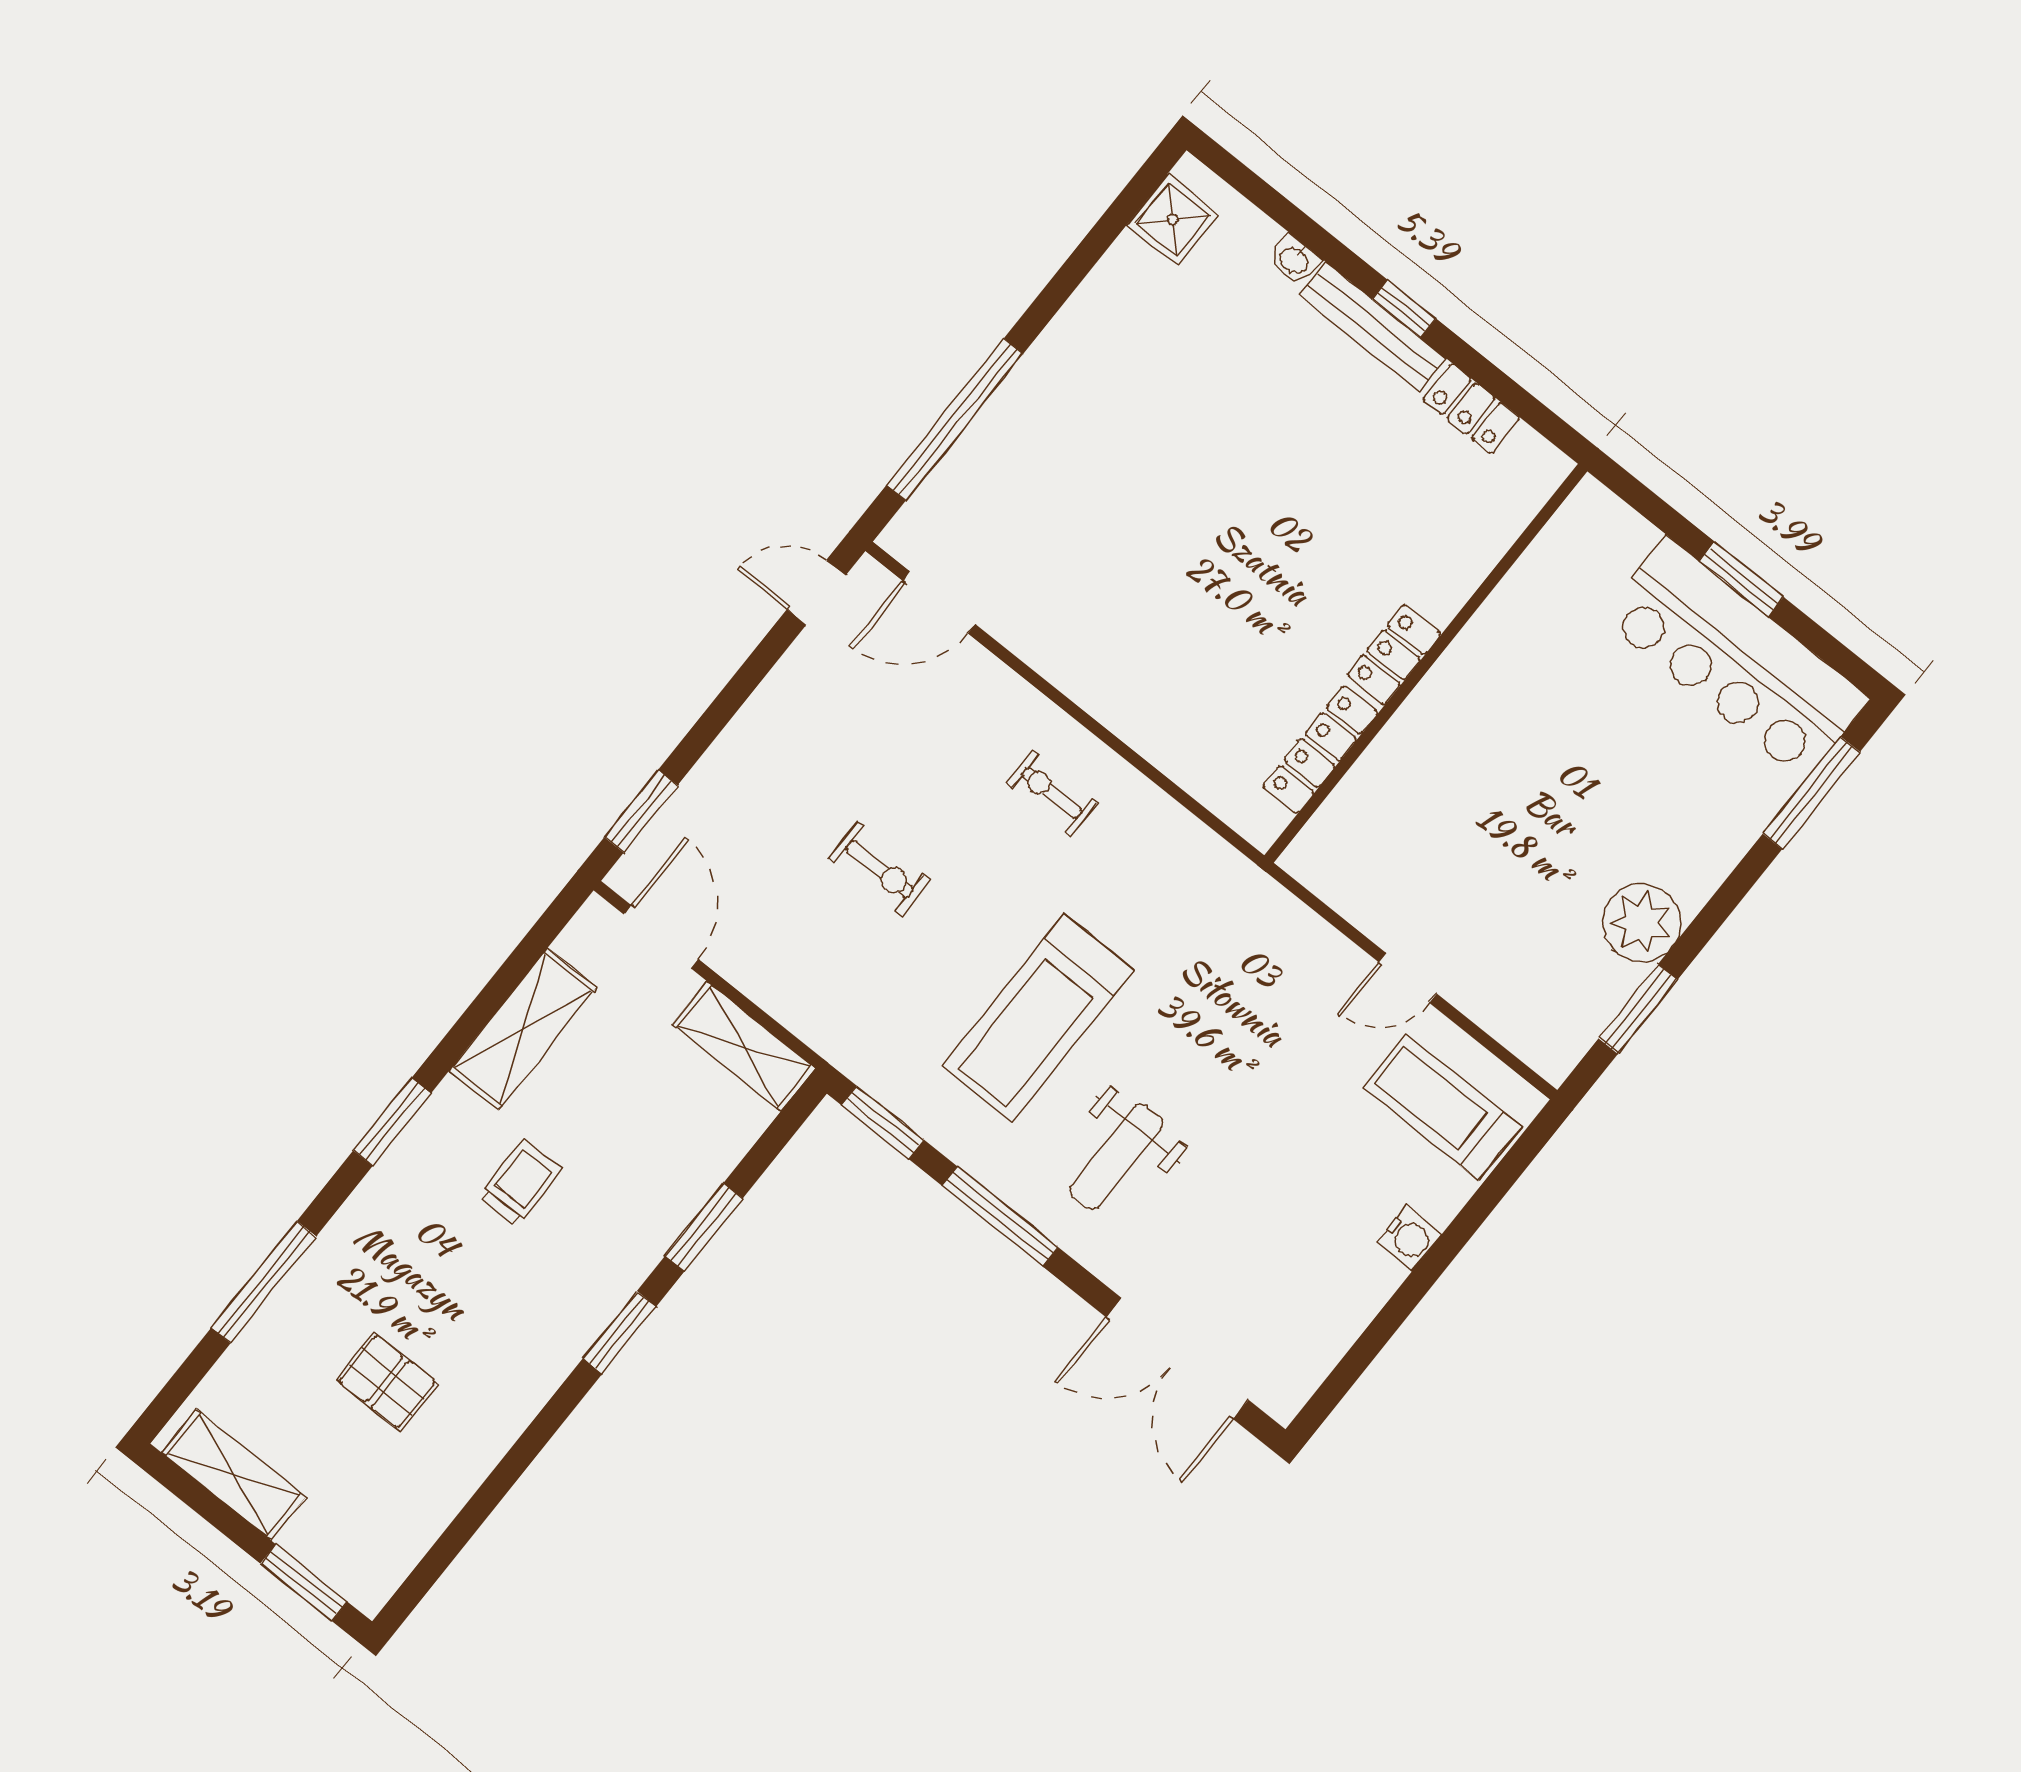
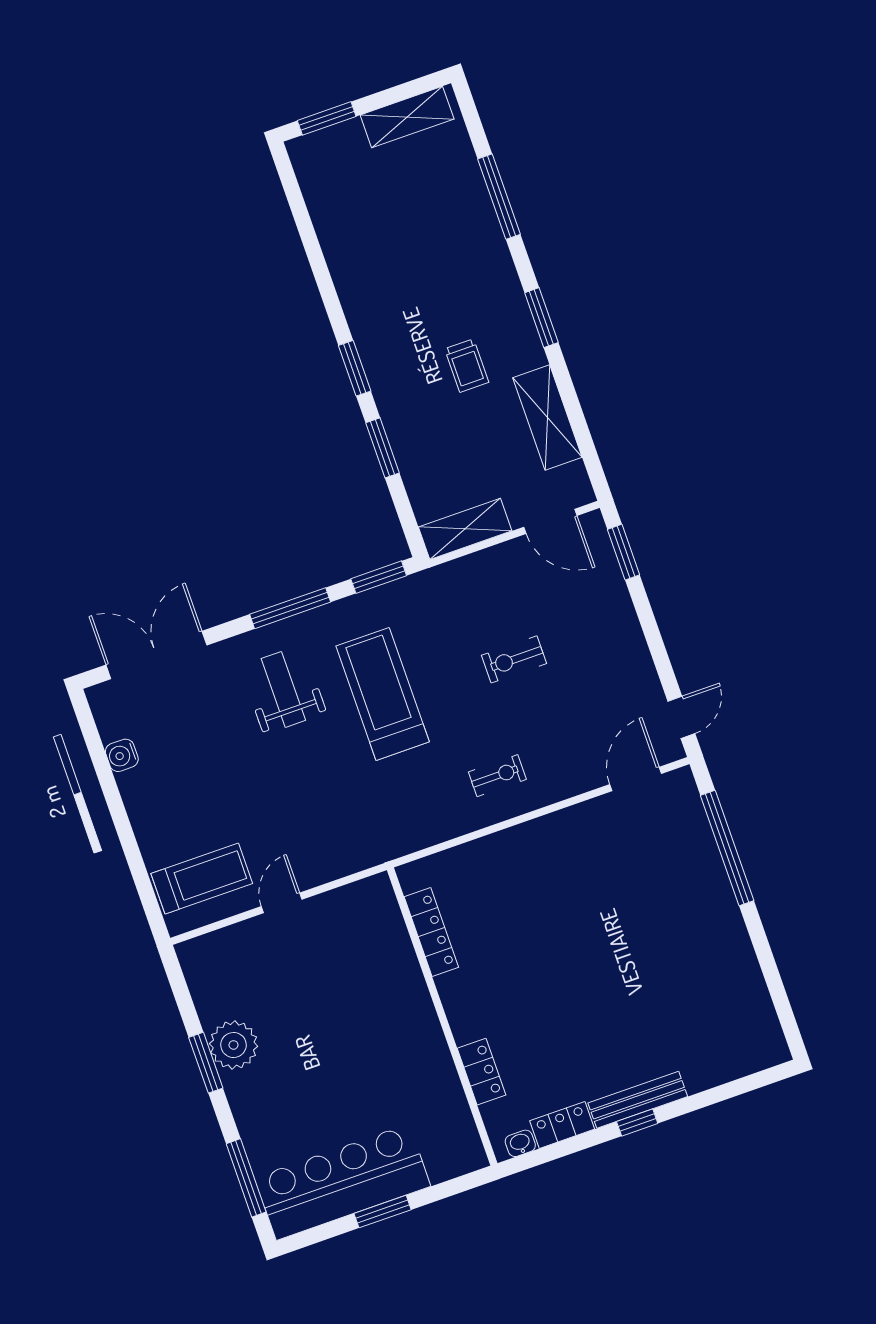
shower: (1173, 220) -> (761, 1029), removed
washbasin: (1294, 260) -> (520, 1143), moved
locker: (1394, 655) -> (482, 1072), moved
window: (1638, 1009) -> (206, 1063), moved
water cooler: (1409, 1238) -> (122, 755), moved
pallet: (387, 1382) -> (405, 229), removed

